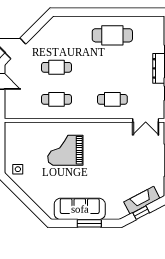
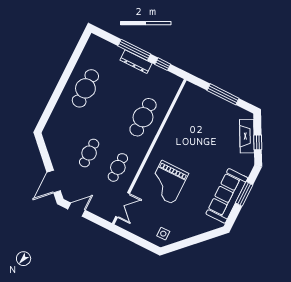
cafe table: (112, 99) -> (143, 117), width x1.37, depth x1.35
double door: (146, 120) -> (123, 205), moved

